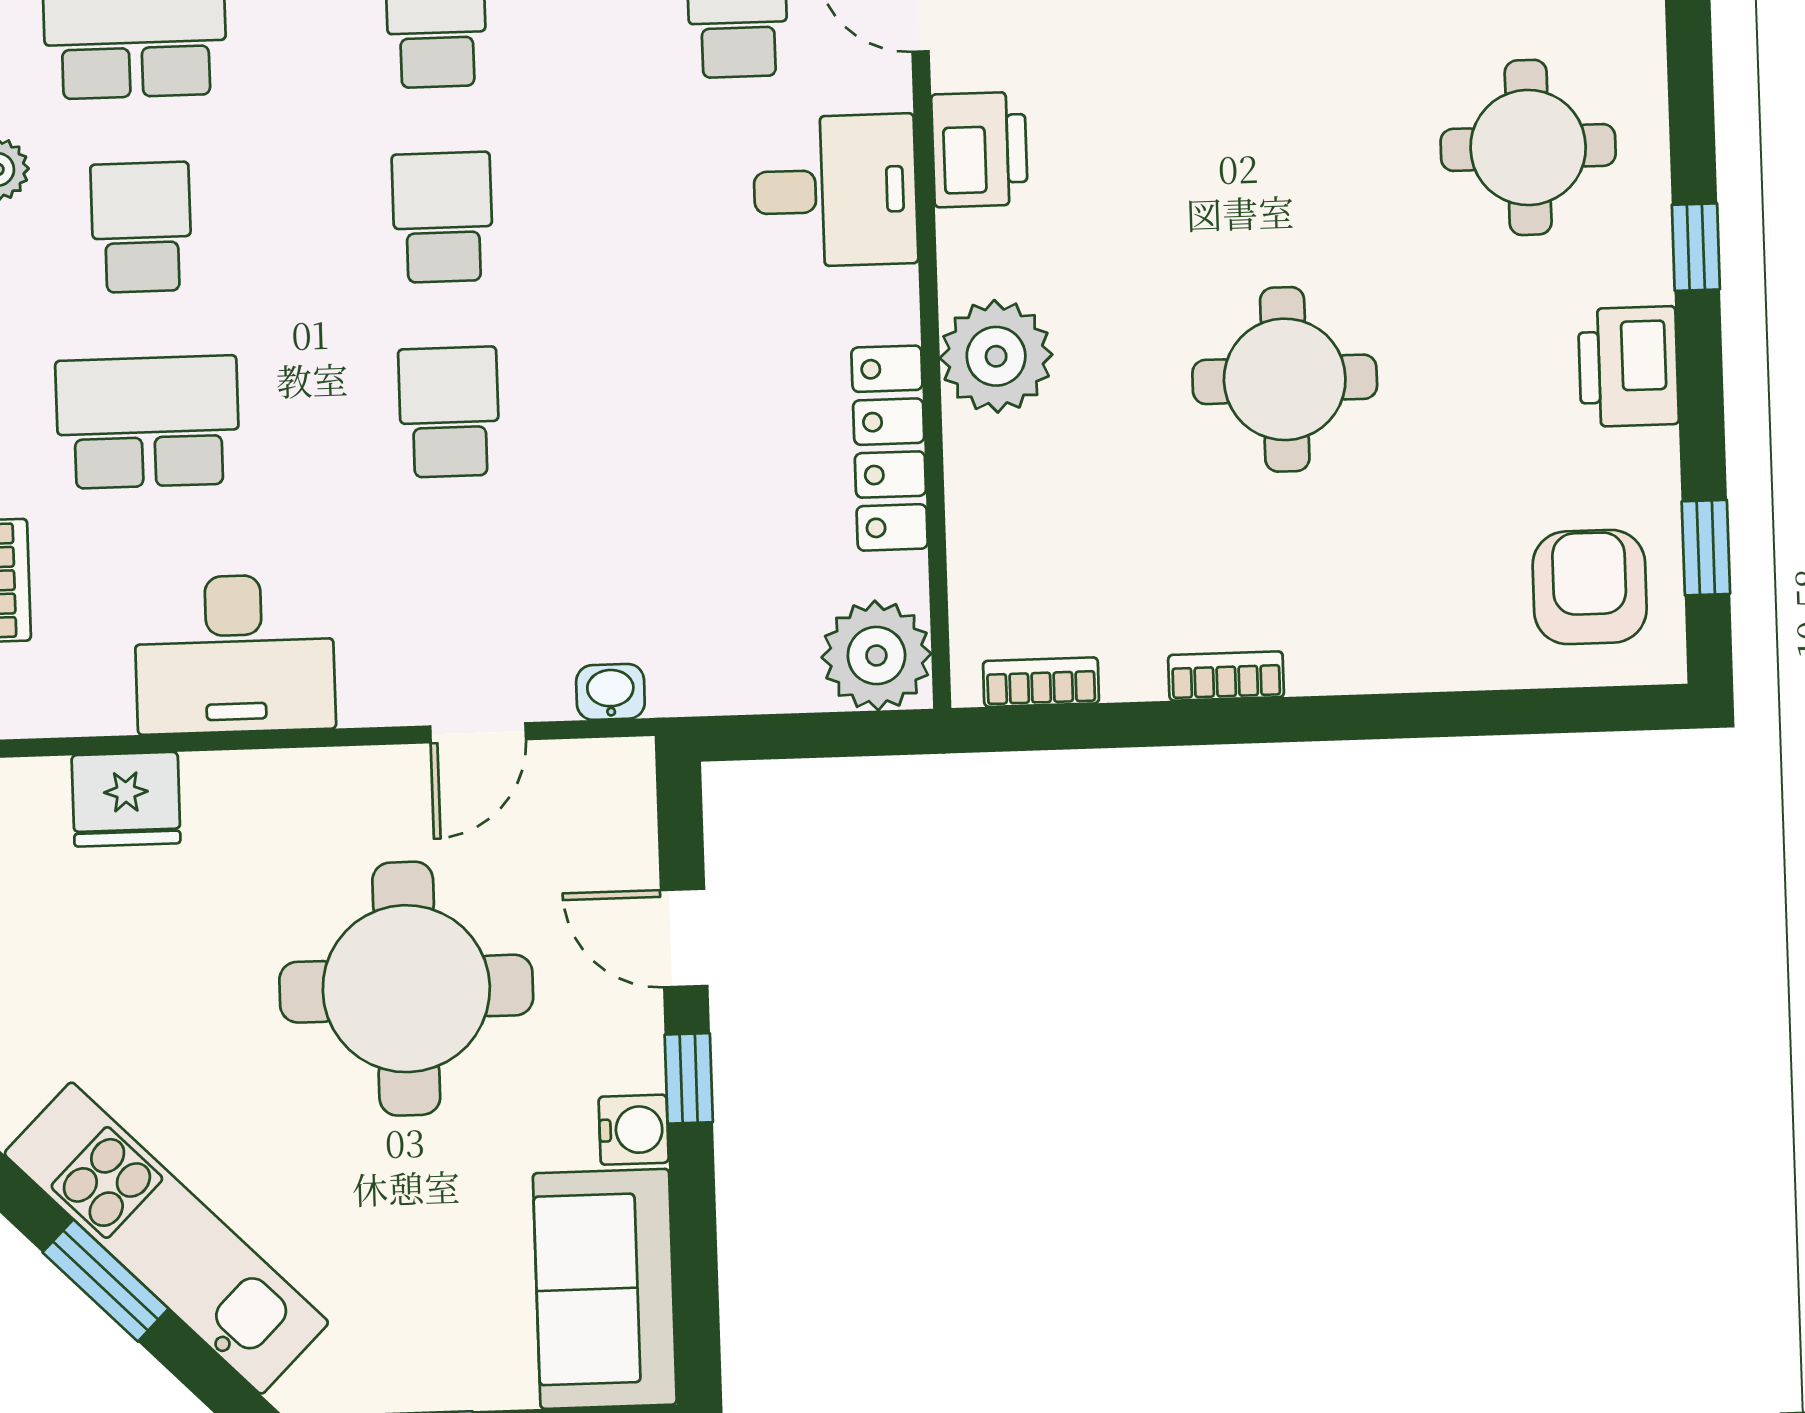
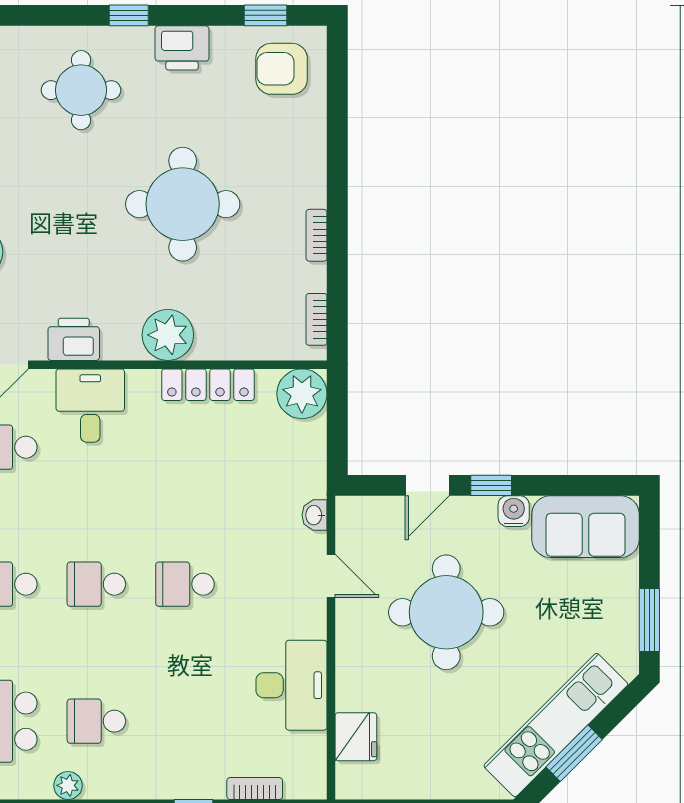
round table: (1285, 379) -> (183, 204), width x1.36, depth x1.36
school desk: (148, 422) -> (185, 721), removed

